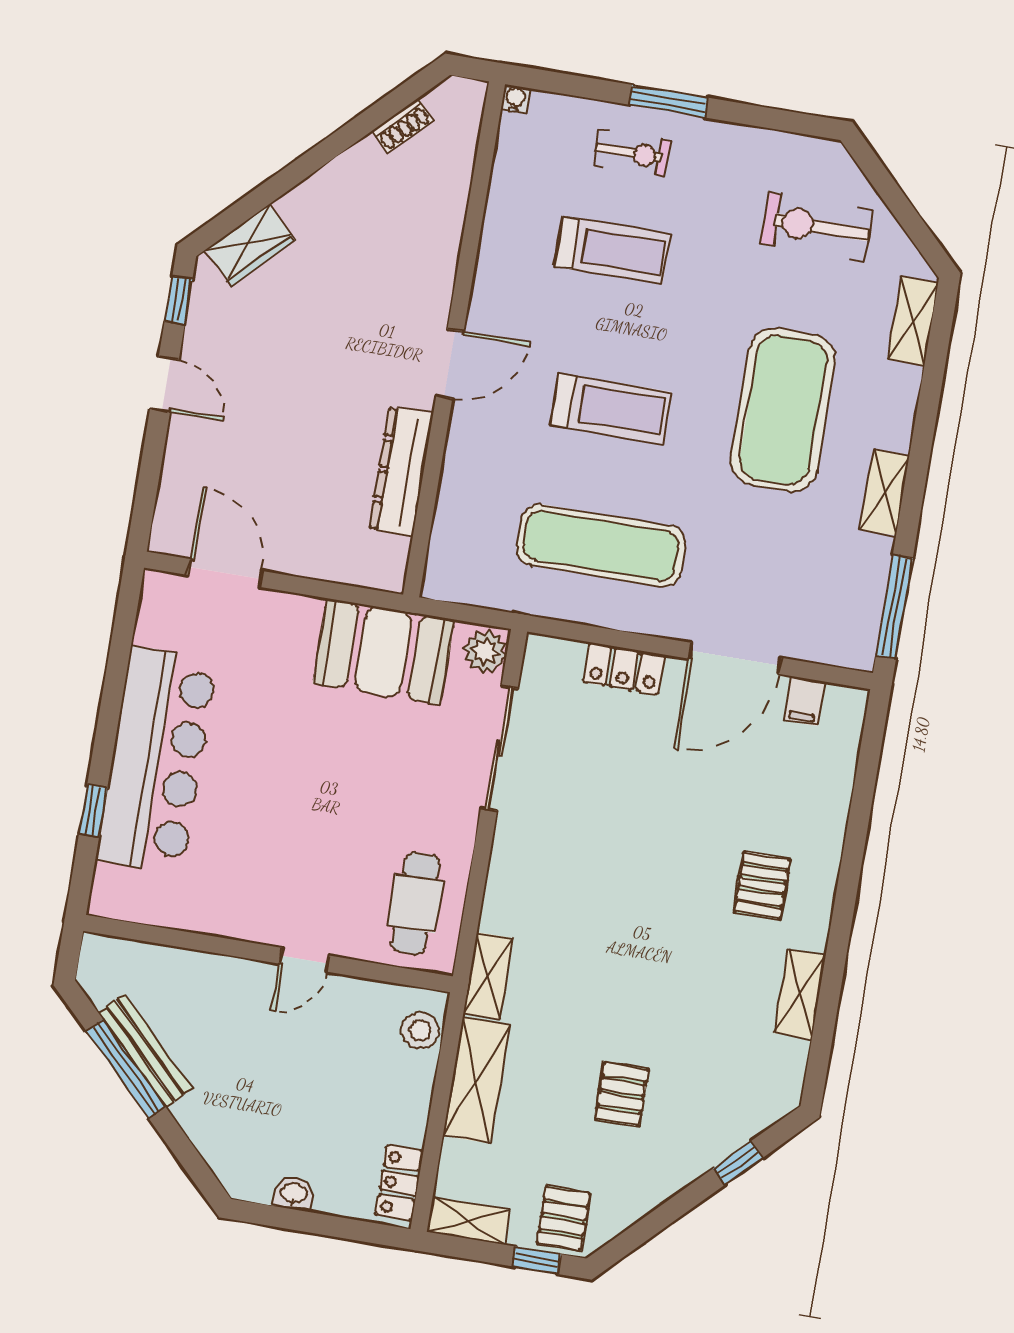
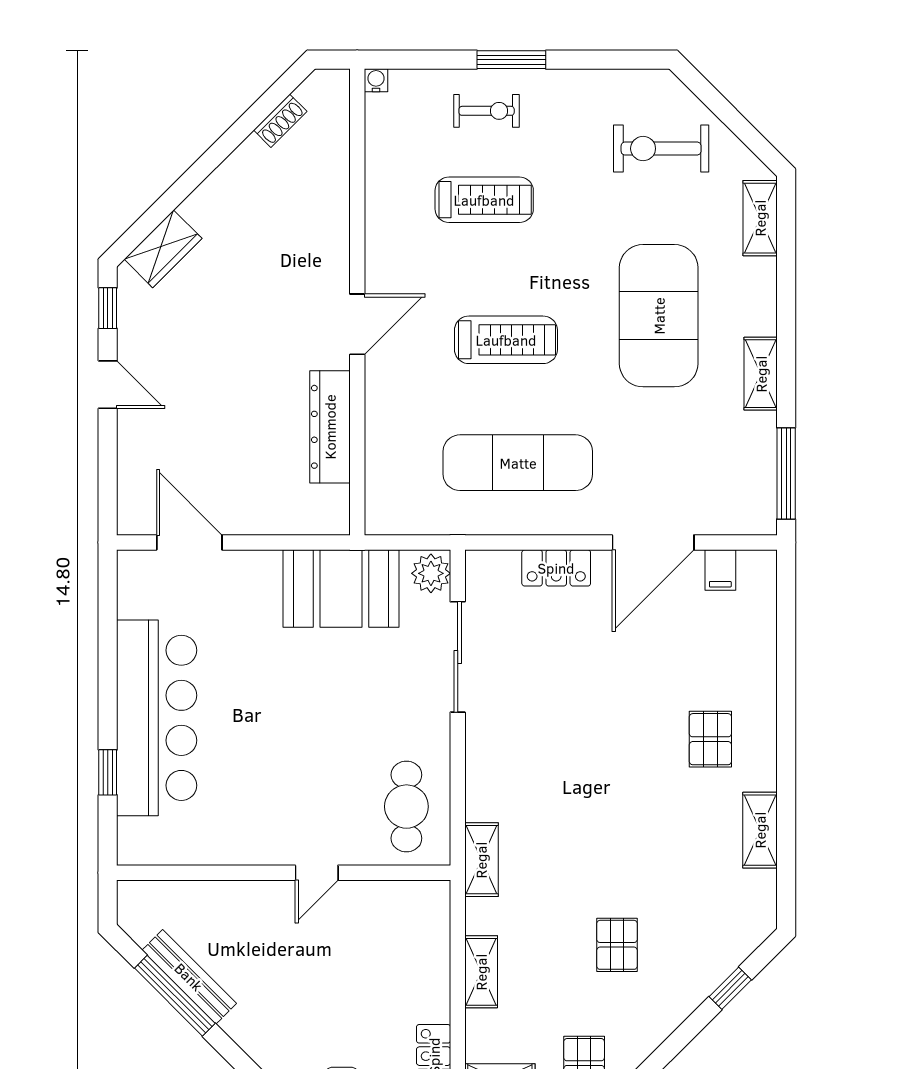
stool: (420, 1031) -> (429, 918), removed
shelving: (476, 1080) -> (481, 972), width x0.67, depth x0.75

